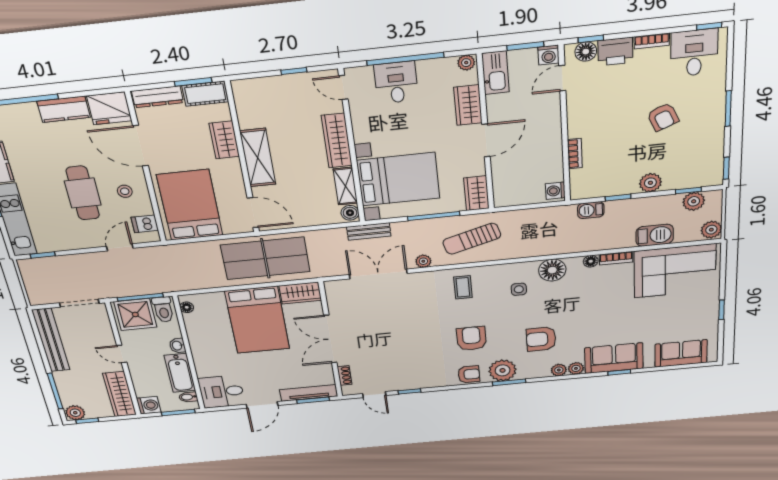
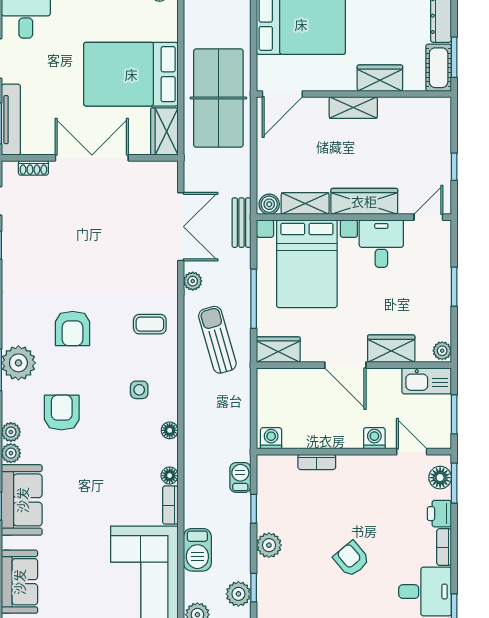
window: (591, 39) -> (454, 483), width x1.50
printer: (615, 52) -> (439, 514), width x0.73, depth x0.81
washing machine: (549, 55) -> (374, 438), moved, turned 90
window: (405, 59) -> (454, 287), width x0.47
desk: (396, 82) -> (381, 244), moved, turned -90
armchair: (663, 117) -> (351, 559), turned 73
shelving: (258, 158) -> (353, 108), width x0.67, depth x0.75
floor lamp: (552, 270) -> (170, 430), width x0.53, depth x0.53
armchair: (471, 338) -> (73, 328), turned 90
armchair: (469, 374) -> (17, 321), removed

